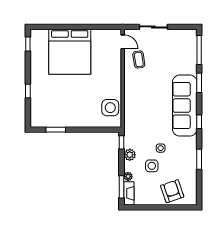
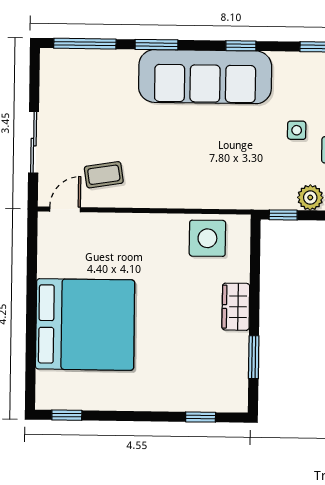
window: (28, 91) -> (201, 417), moved
wardrobe: (79, 121) -> (236, 307), added

